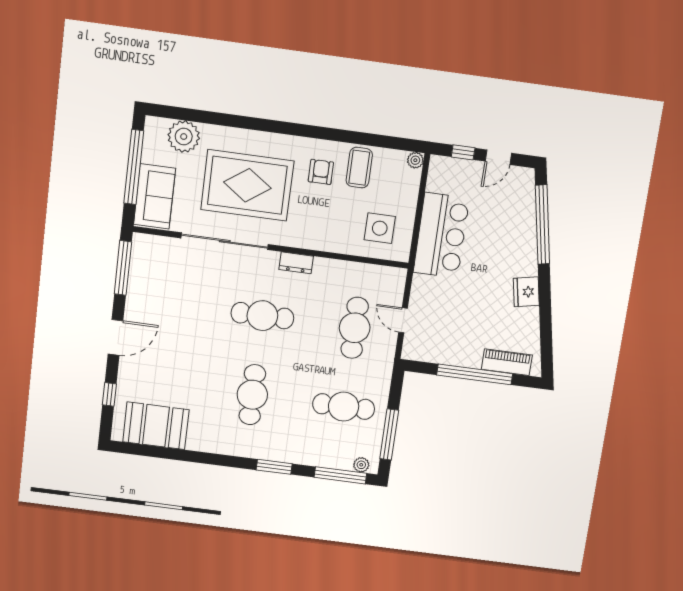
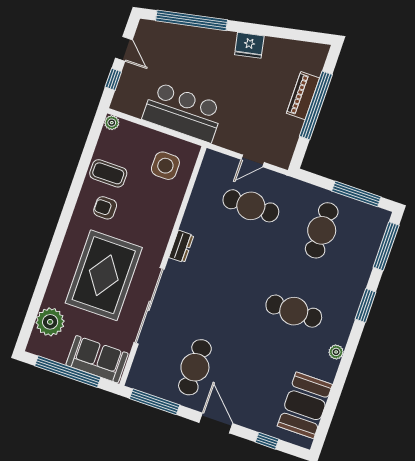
cafe table: (262, 316) -> (195, 367), moved
piano: (507, 362) -> (303, 96), moved
plant: (361, 465) -> (336, 352), moved

